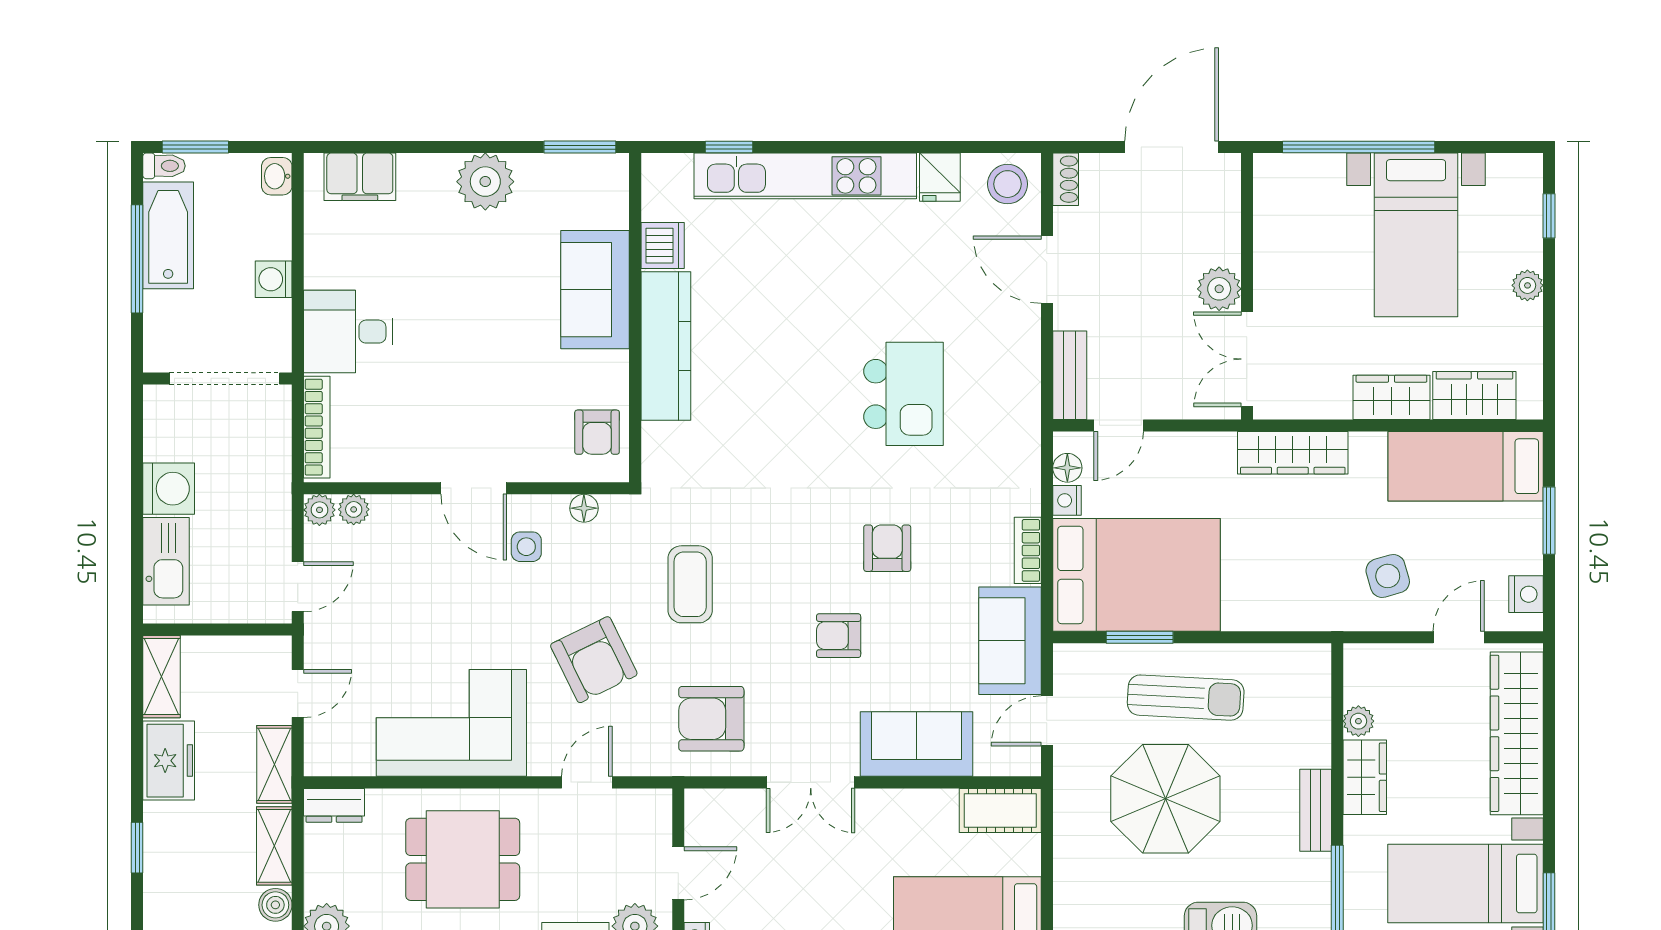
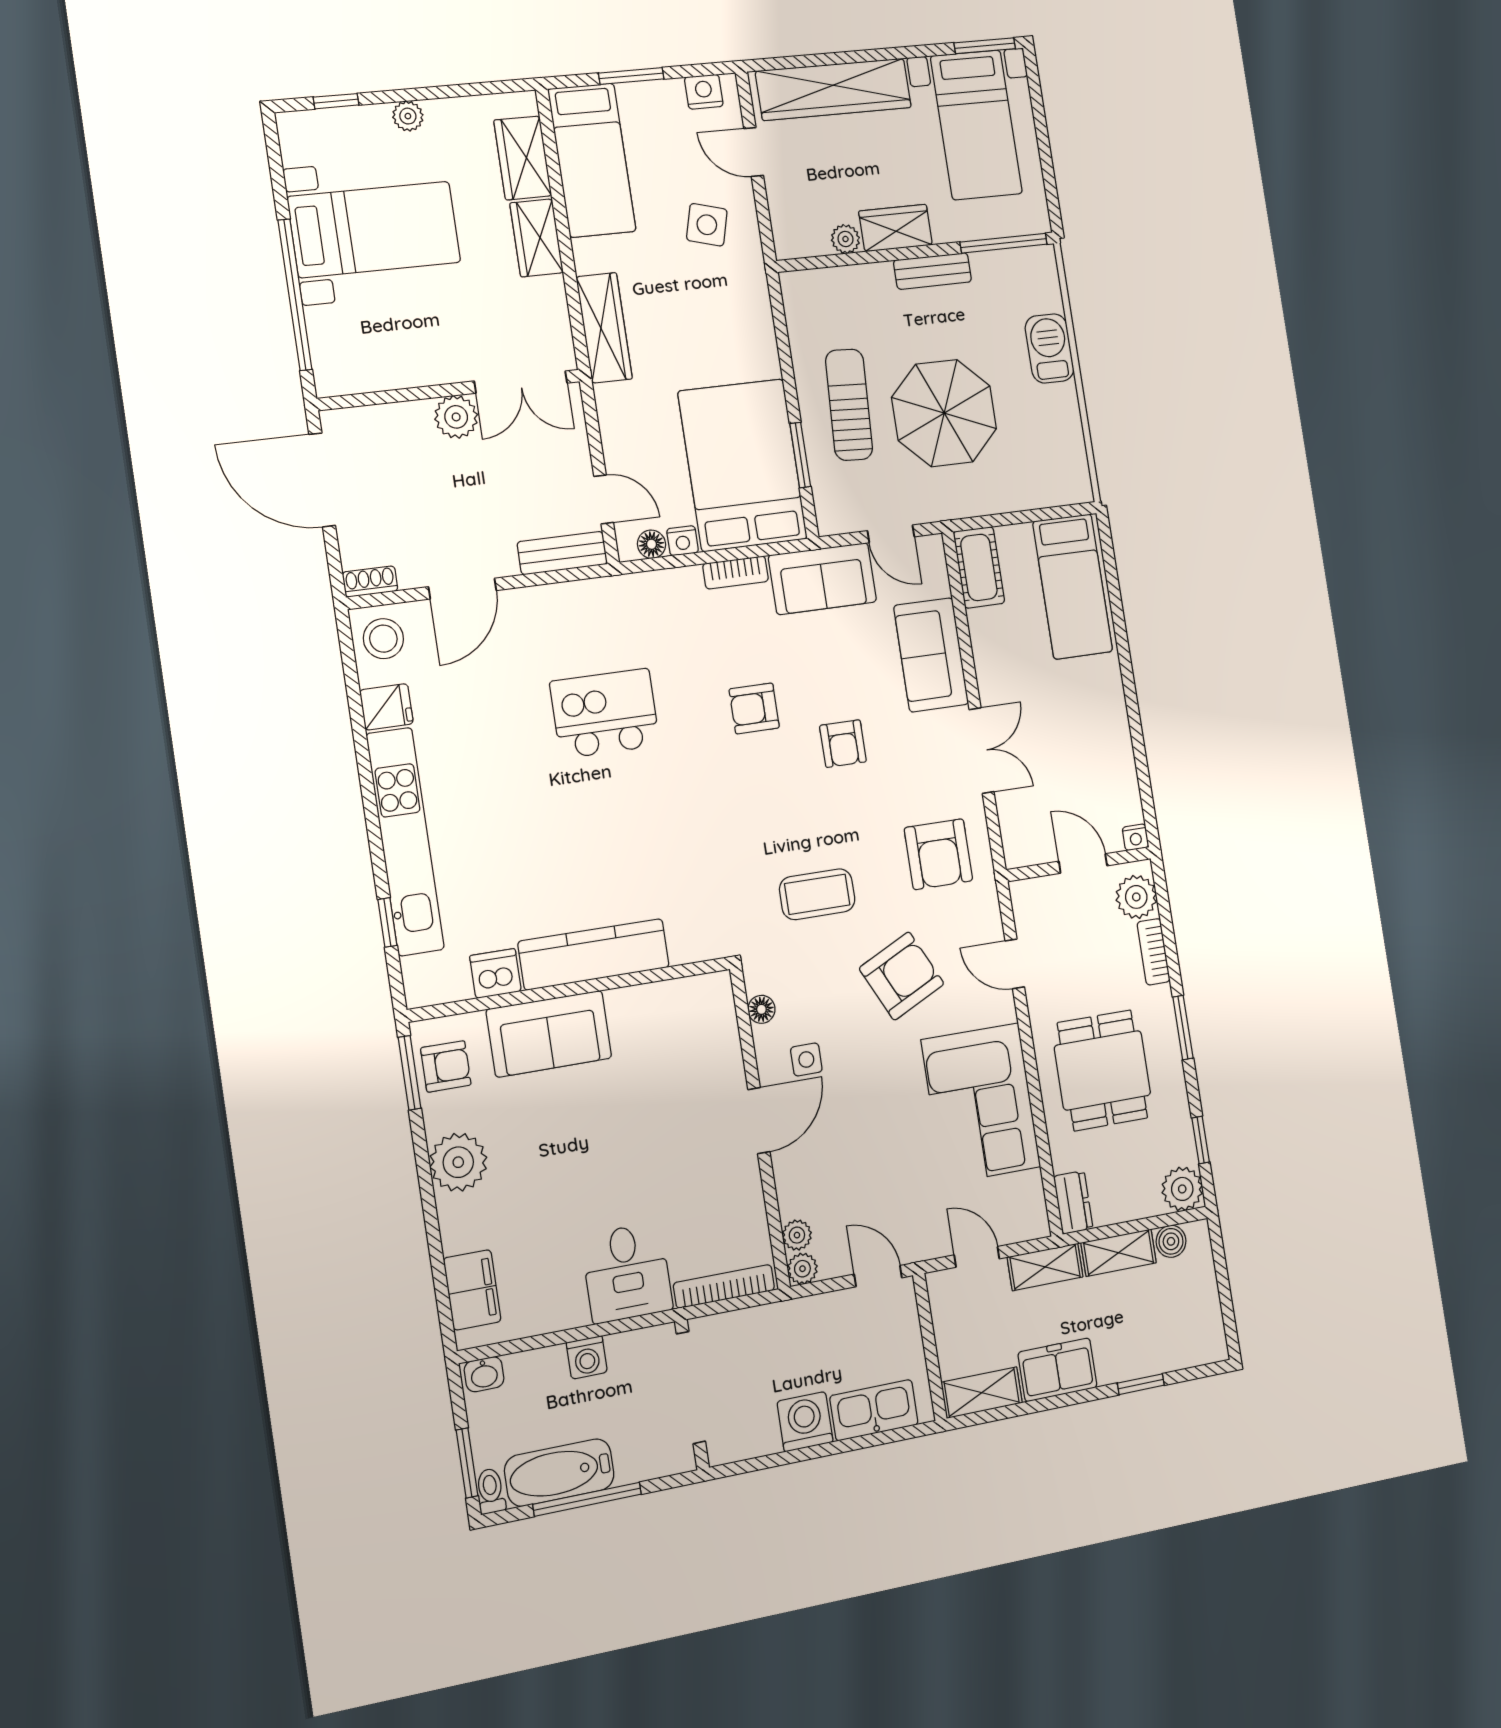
armchair: (597, 432) -> (446, 1066), moved
side table: (1388, 576) -> (707, 225), turned 31

